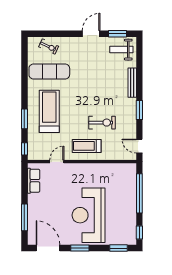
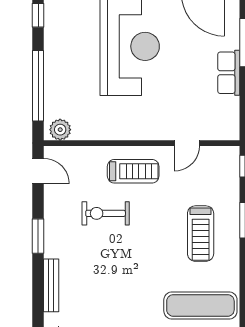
treadmill: (49, 111) -> (201, 234), width x0.73, depth x0.73
plant: (127, 169) -> (60, 130), added
row of seats: (34, 181) -> (229, 73), moved

